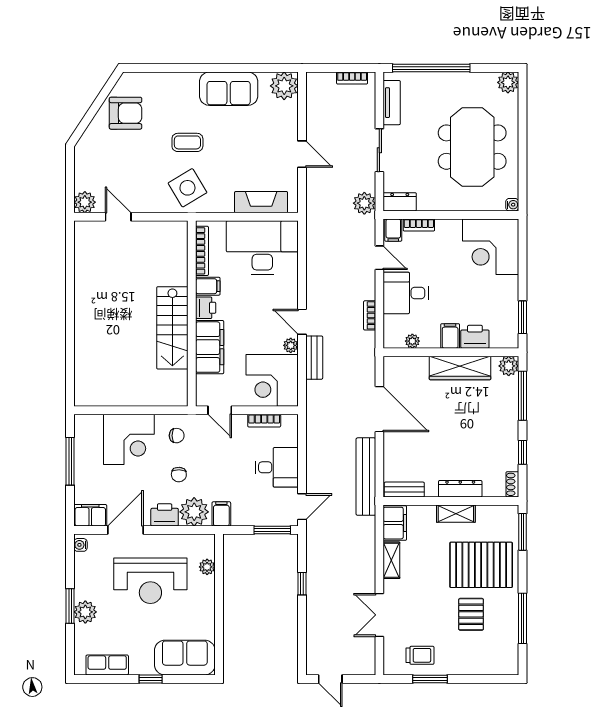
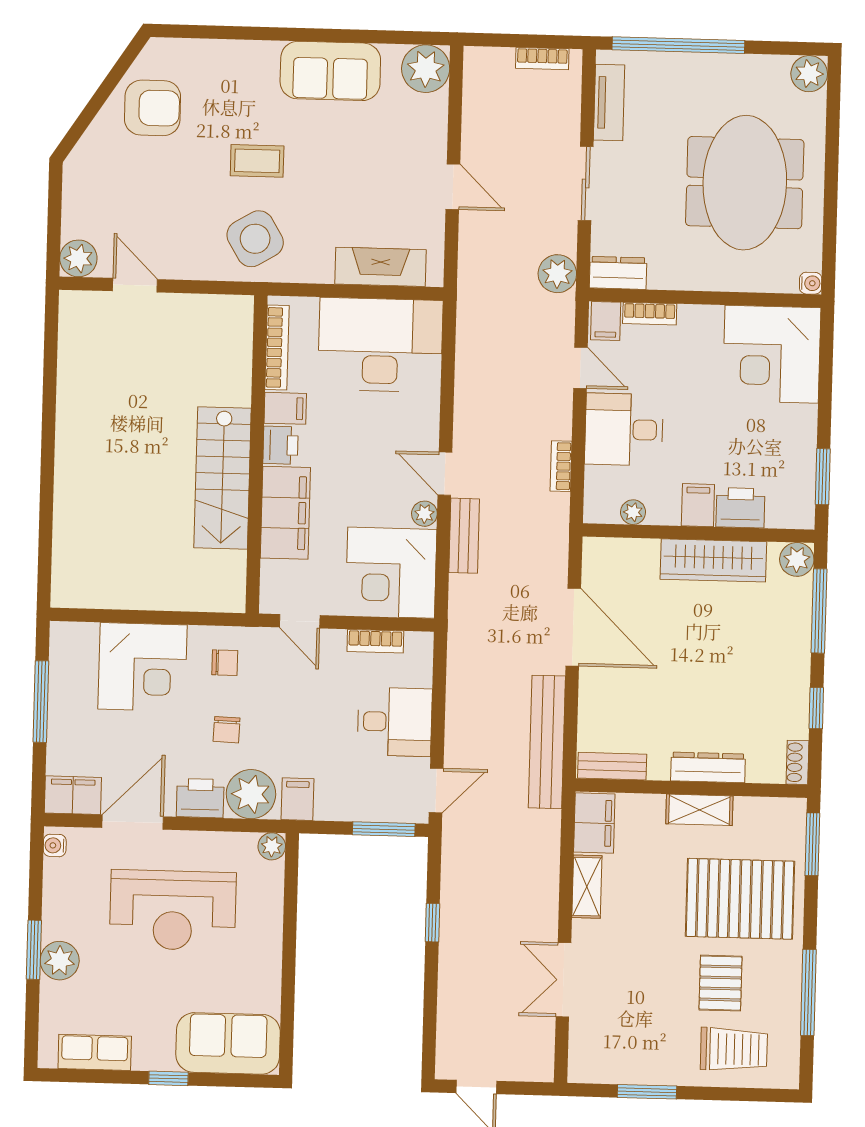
plant: (207, 567) -> (272, 846), moved
trolley: (420, 655) -> (734, 1049), moved, width x1.36, depth x1.39

